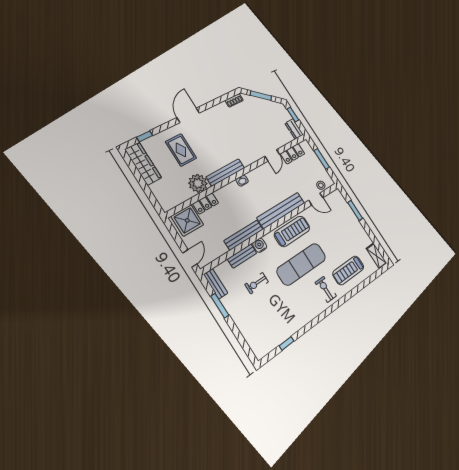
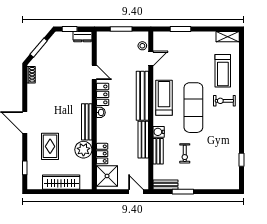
rug: (181, 150) -> (50, 146), turned 90
locker: (293, 154) -> (103, 94), moved
wardrobe: (143, 164) -> (61, 182), moved

